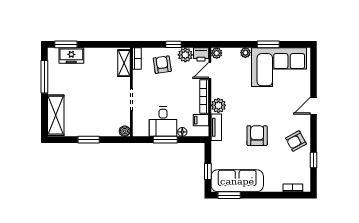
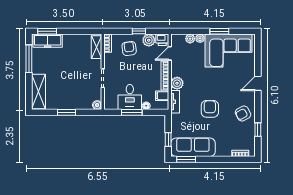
plant: (217, 53) -> (190, 39), moved
freezer: (71, 56) -> (48, 41), width x1.40

